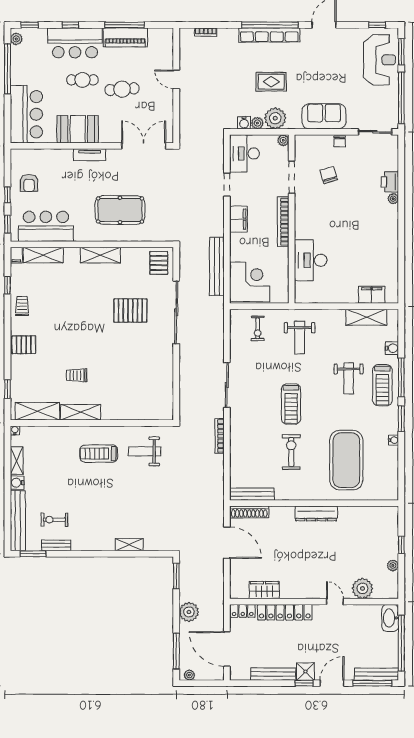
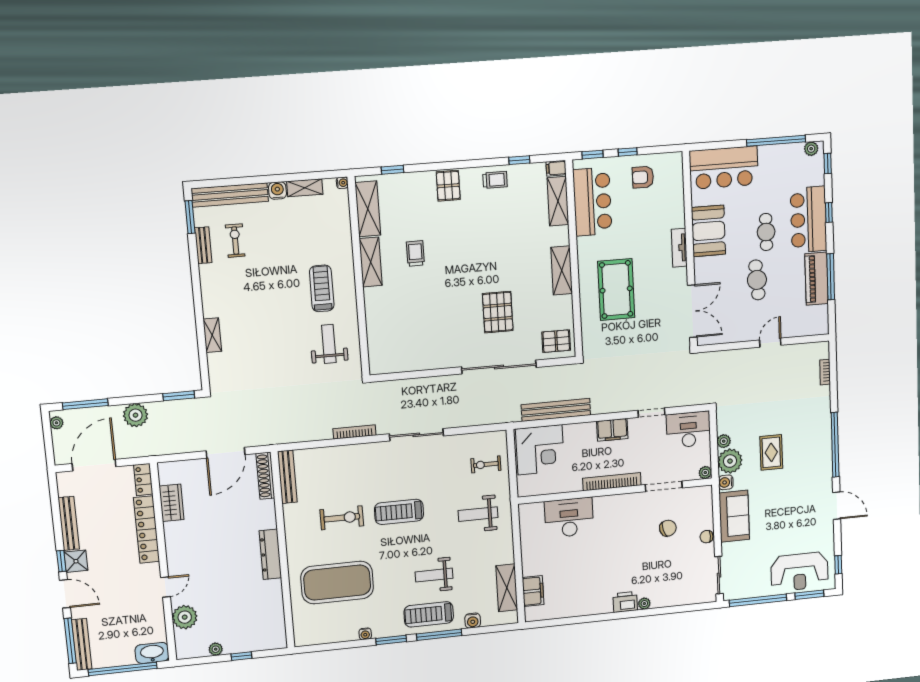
row of seats: (269, 35) -> (824, 445), removed
water cooler: (244, 123) -> (726, 482), moved
printer: (390, 182) -> (625, 602), moved

